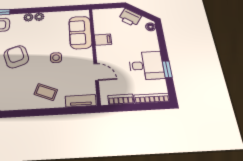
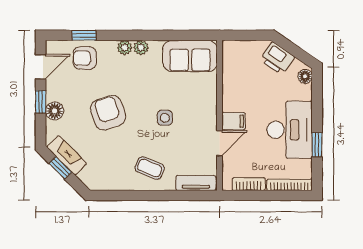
sofa: (80, 32) -> (190, 56), moved, turned -90
filing cabinet: (103, 40) -> (234, 121), moved
desk: (146, 65) -> (290, 130), width x1.37
door: (96, 72) -> (220, 143), hinge flipped

